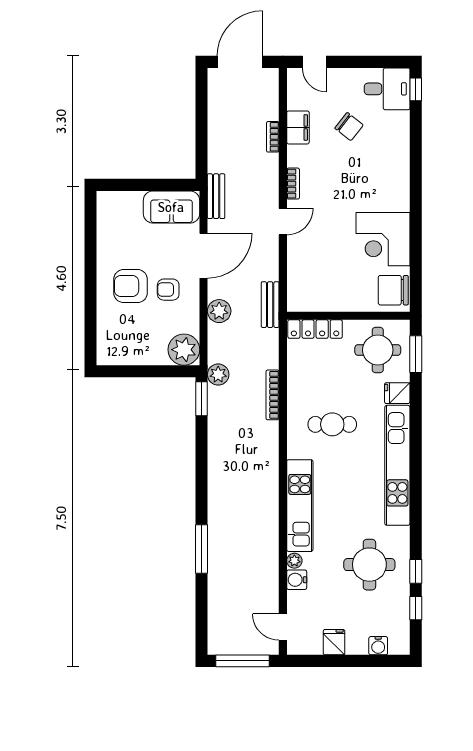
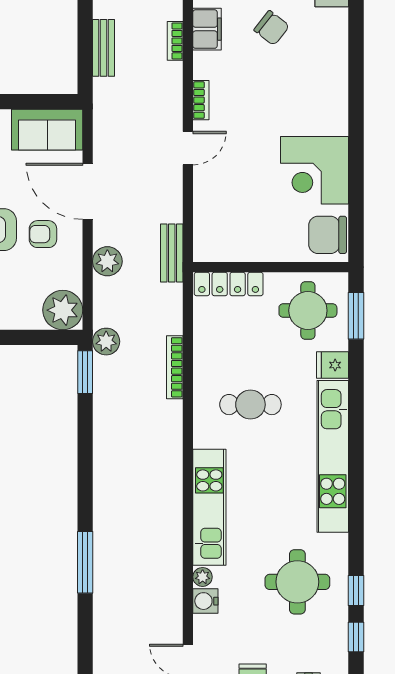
bench: (216, 196) -> (104, 48), moved
door: (204, 256) -> (88, 191), swing flipped

